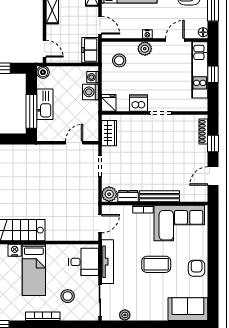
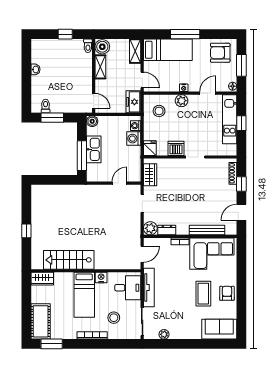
bench: (159, 196) -> (207, 230), moved
nightstand: (15, 250) -> (101, 278), moved
coffee table: (156, 264) -> (203, 294), moved, turned 90

